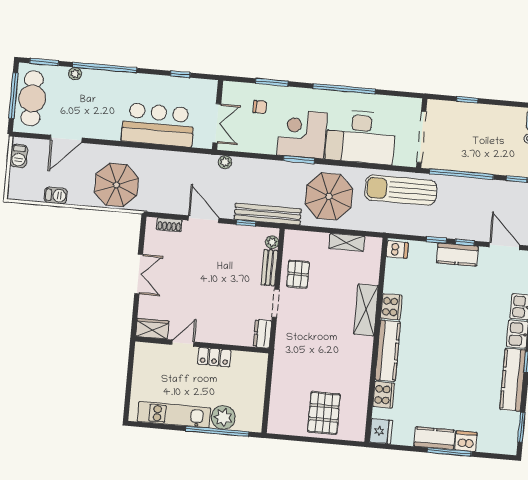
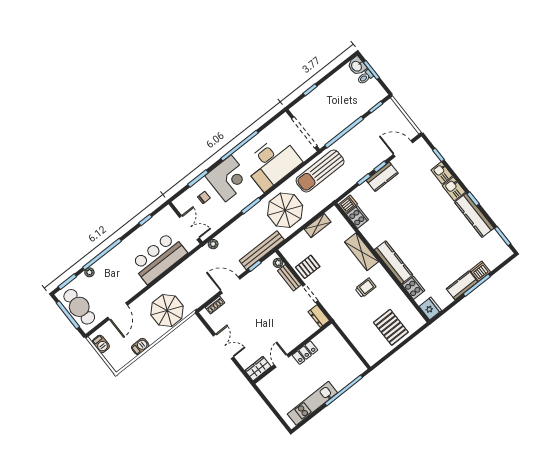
corner desk: (302, 134) -> (228, 178), moved, turned 180
pallet: (298, 274) -> (308, 267), turned 90
cooker: (391, 307) -> (357, 217), moved
trolley: (336, 349) -> (365, 288), added
plant: (223, 417) -> (340, 380), removed

